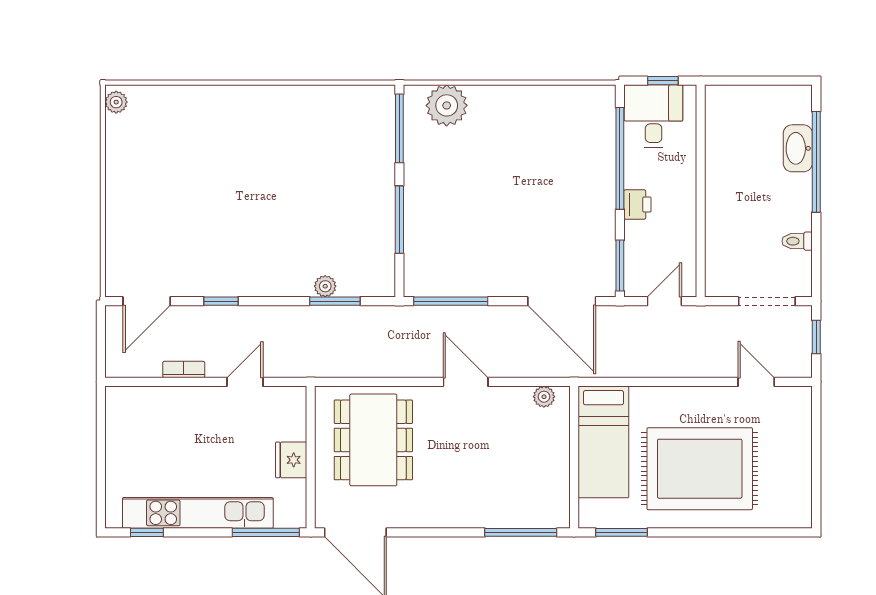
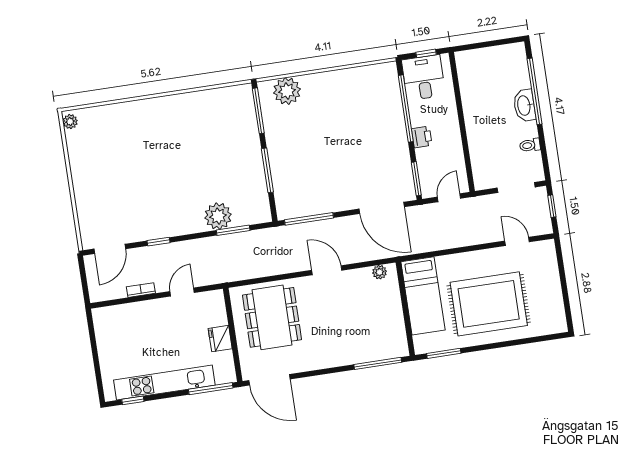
washbasin: (798, 148) -> (524, 105), moved
plant: (325, 286) -> (218, 216), width x1.88, depth x1.88

